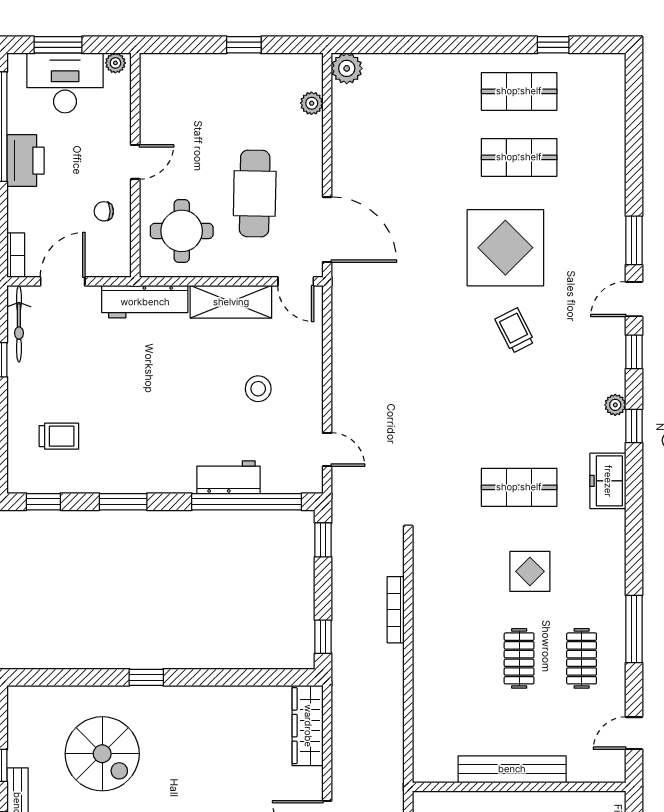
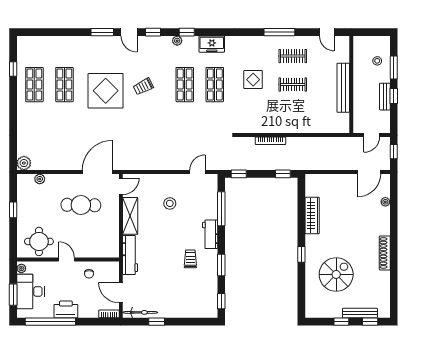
round table: (182, 231) -> (39, 241), moved
shop shelf: (519, 421) -> (185, 85), added
trolley: (59, 436) -> (190, 259), moved
workbench: (228, 477) -> (210, 234), moved
window: (247, 502) -> (221, 209), width x0.68
wardrobe: (308, 726) -> (312, 215), moved, turned -90

